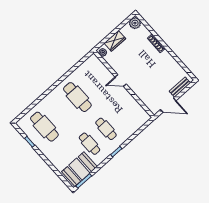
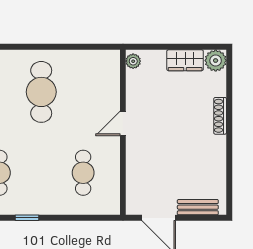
wardrobe: (115, 41) -> (185, 60), moved
door: (121, 81) -> (123, 123), hinge flipped
cafe table: (106, 129) -> (83, 173), moved

